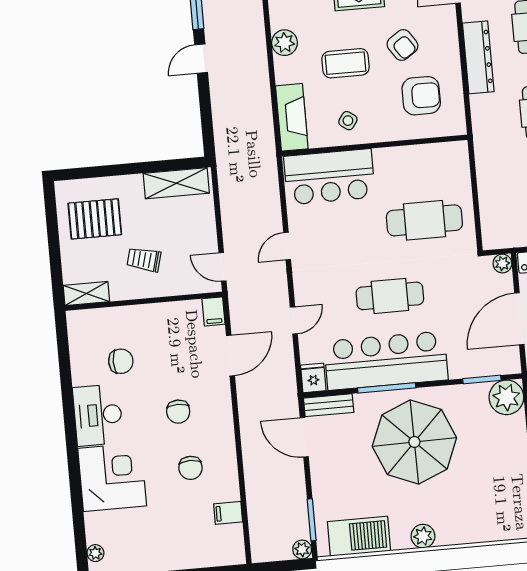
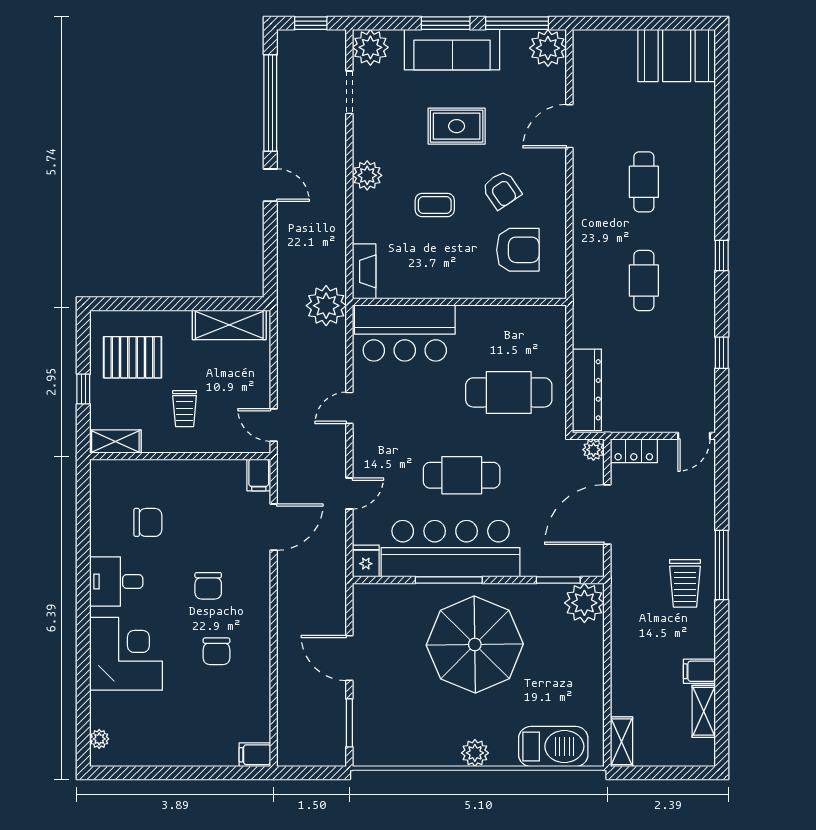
dresser: (478, 57) -> (587, 390), moved
door: (201, 59) -> (270, 185), swing flipped
coffee table: (346, 63) -> (435, 205), width x0.73, depth x0.77
fireplace: (292, 117) -> (364, 271), width x0.73, depth x0.76
side table: (348, 121) -> (432, 271), removed
window: (54, 250) -> (83, 389), added
trolley: (144, 260) -> (185, 409), turned -105
bench: (329, 405) -> (381, 594), removed
desk: (98, 415) -> (116, 582), width x0.73
door: (304, 437) -> (349, 658), moved
filing cabinet: (228, 513) -> (255, 755), moved
barbecue: (359, 536) -> (553, 746), moved
plant: (302, 549) -> (326, 306), moved, width x1.87, depth x1.87

